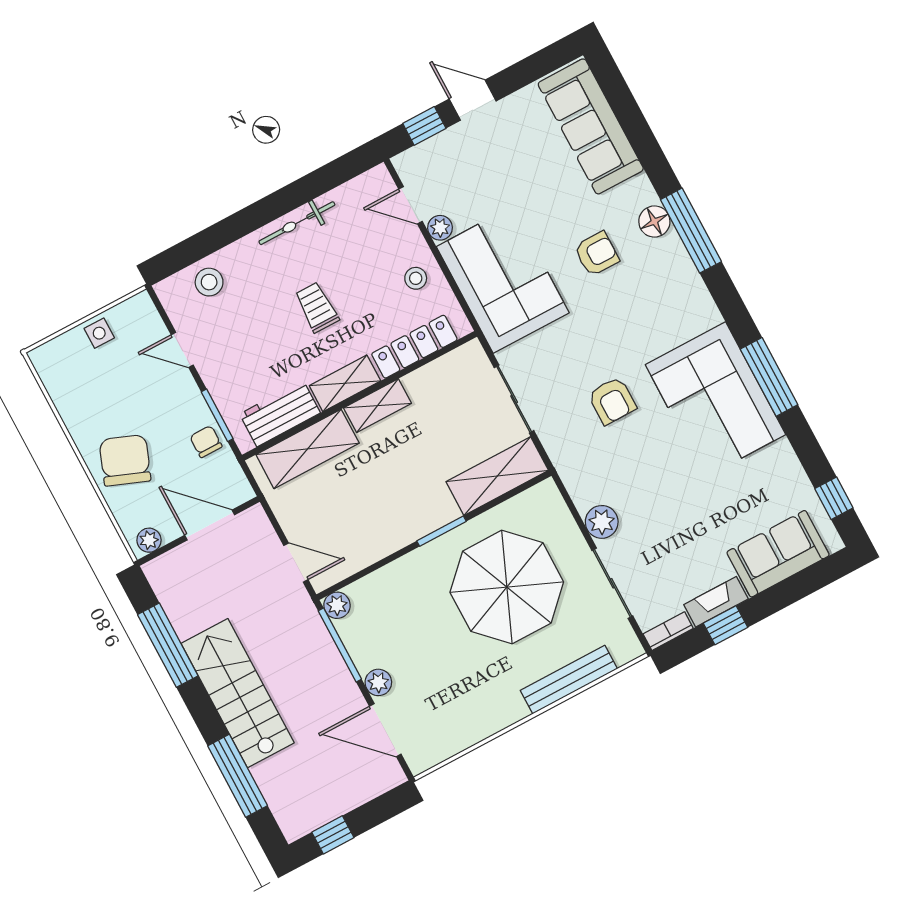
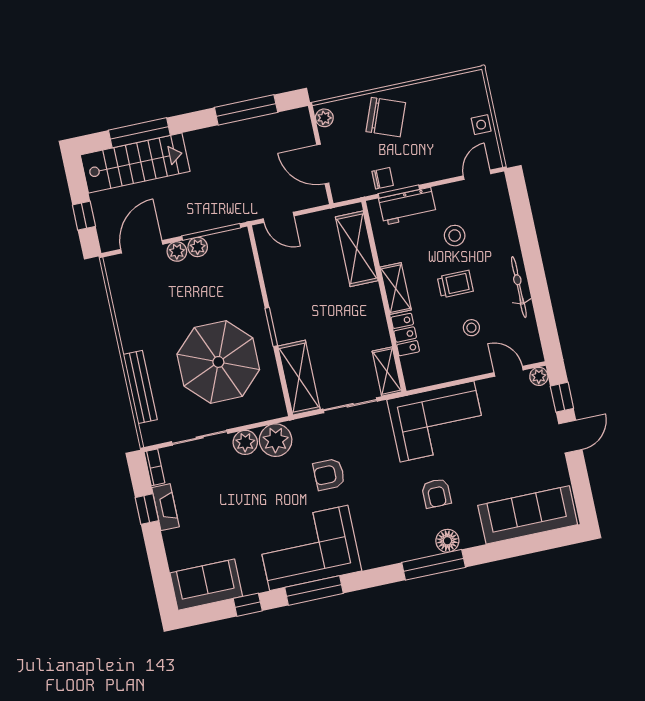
door: (410, 205) -> (509, 371), hinge flipped
plant: (440, 228) -> (539, 376), moved
stool: (416, 278) -> (471, 328), moved
stool: (209, 282) -> (455, 236), moved
locker: (414, 347) -> (405, 335), width x0.66
door: (182, 350) -> (477, 175), moved
shelving: (377, 406) -> (387, 371), moved
workbench: (280, 413) -> (407, 206), moved, turned 90
plant: (587, 483) -> (276, 440), added
window: (834, 498) -> (248, 605), moved
door: (210, 525) -> (323, 164), swing flipped
sofa: (778, 554) -> (206, 585), moved, turned -90
door: (296, 563) -> (279, 217), hinge flipped
plant: (337, 605) -> (198, 247), moved
stairs: (238, 693) -> (135, 163), moved
window: (333, 835) -> (84, 216), moved

